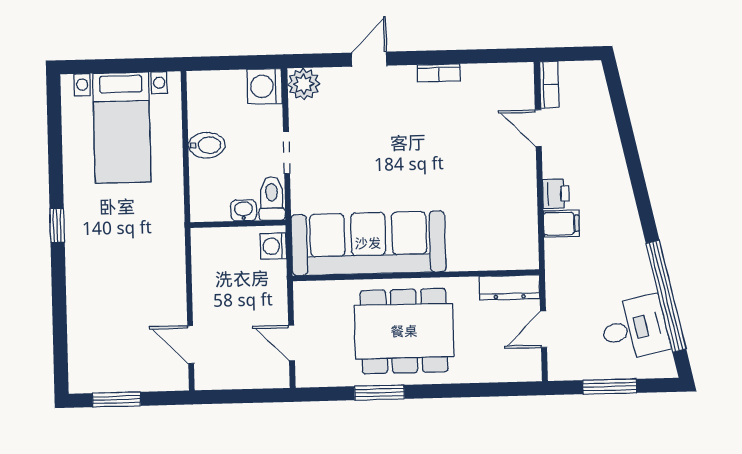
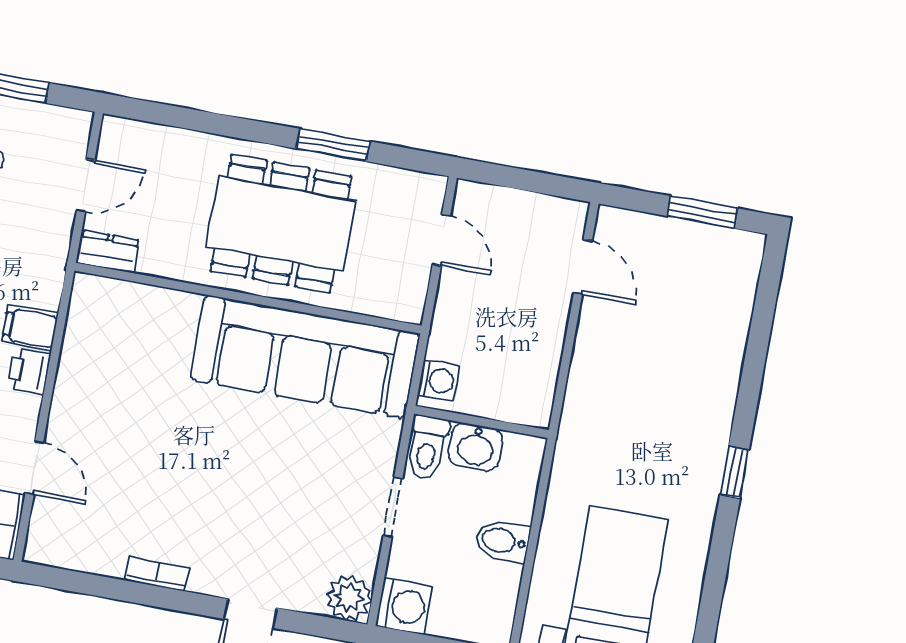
washbasin: (244, 210) -> (476, 447), width x1.38, depth x1.45
dresser: (509, 287) -> (108, 252), width x0.70

